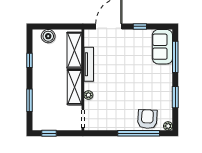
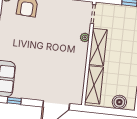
window: (140, 26) -> (14, 101), moved
tv unit: (89, 64) -> (81, 69), removed

